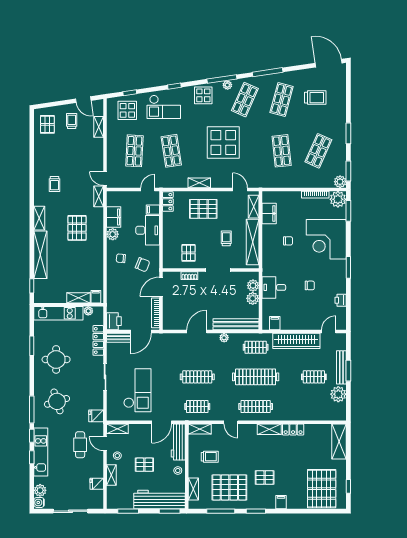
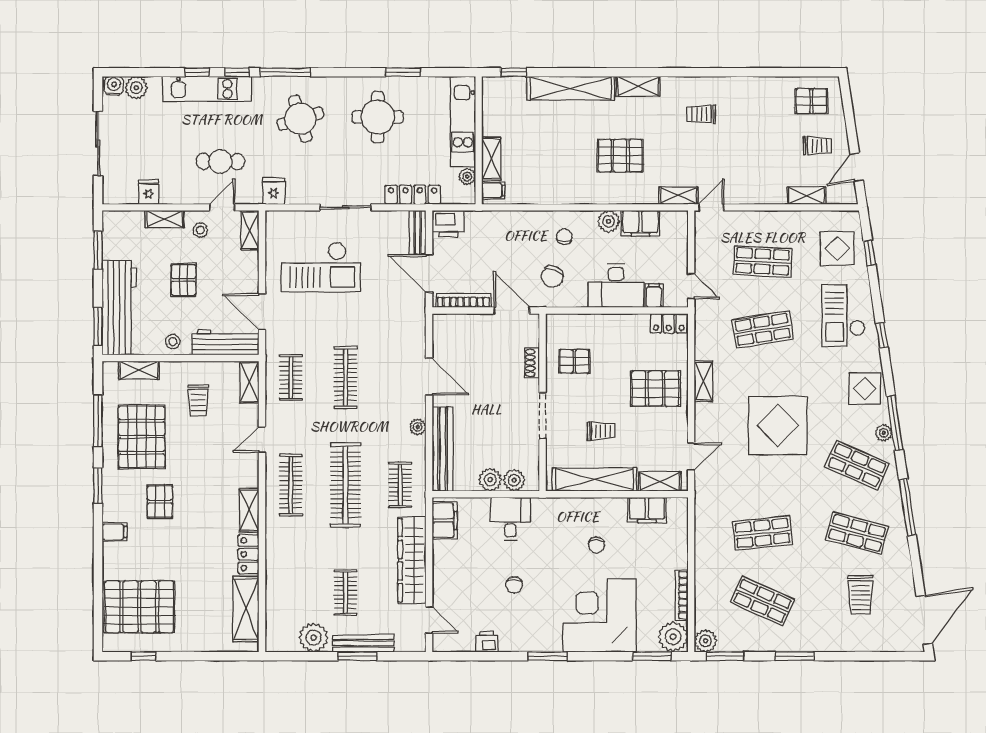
pallet: (203, 209) -> (655, 388), turned 90
filing cabinet: (275, 323) -> (445, 520), width x2.00
shelving: (339, 442) -> (246, 609), moved, turned 90

